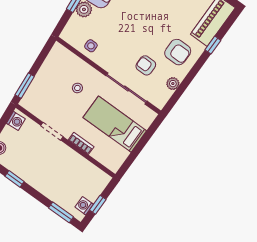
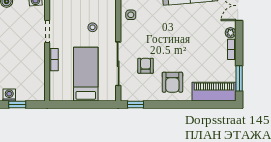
window: (213, 45) -> (136, 104), moved
plant: (173, 84) -> (147, 95), removed

